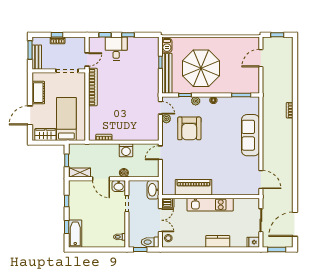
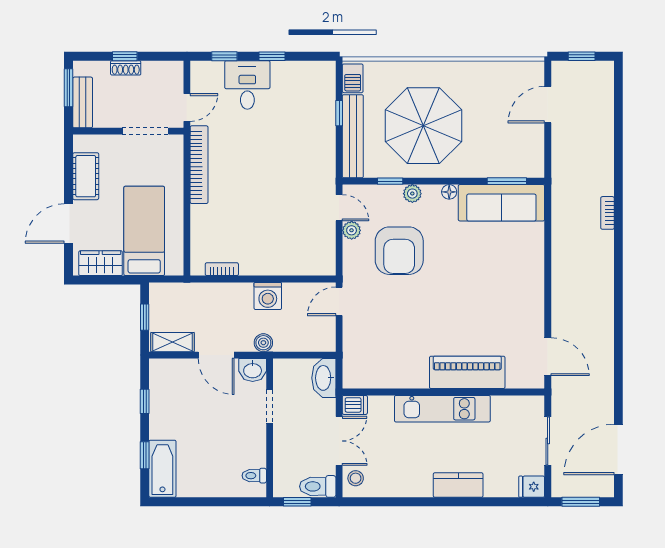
sofa: (251, 135) -> (501, 203), moved, turned -90
piano: (194, 187) -> (467, 372), moved

